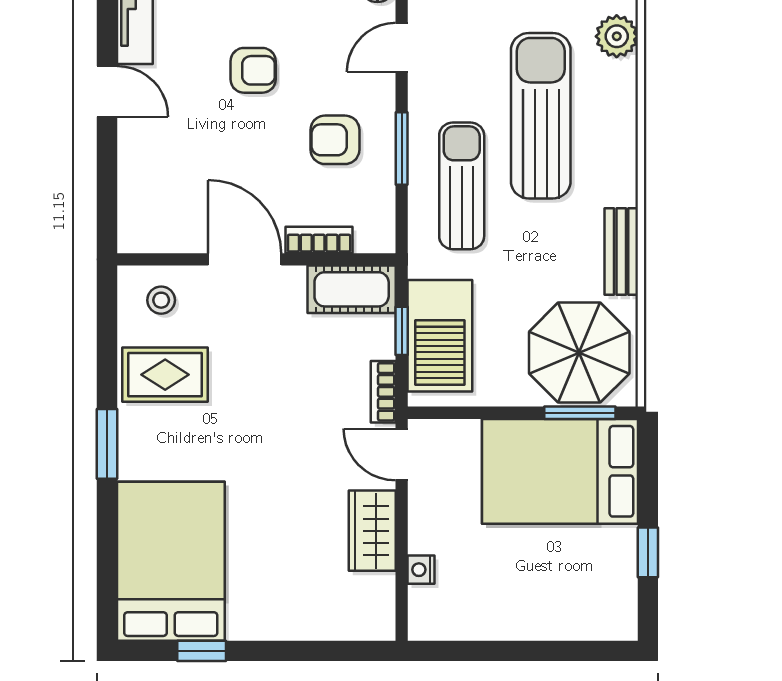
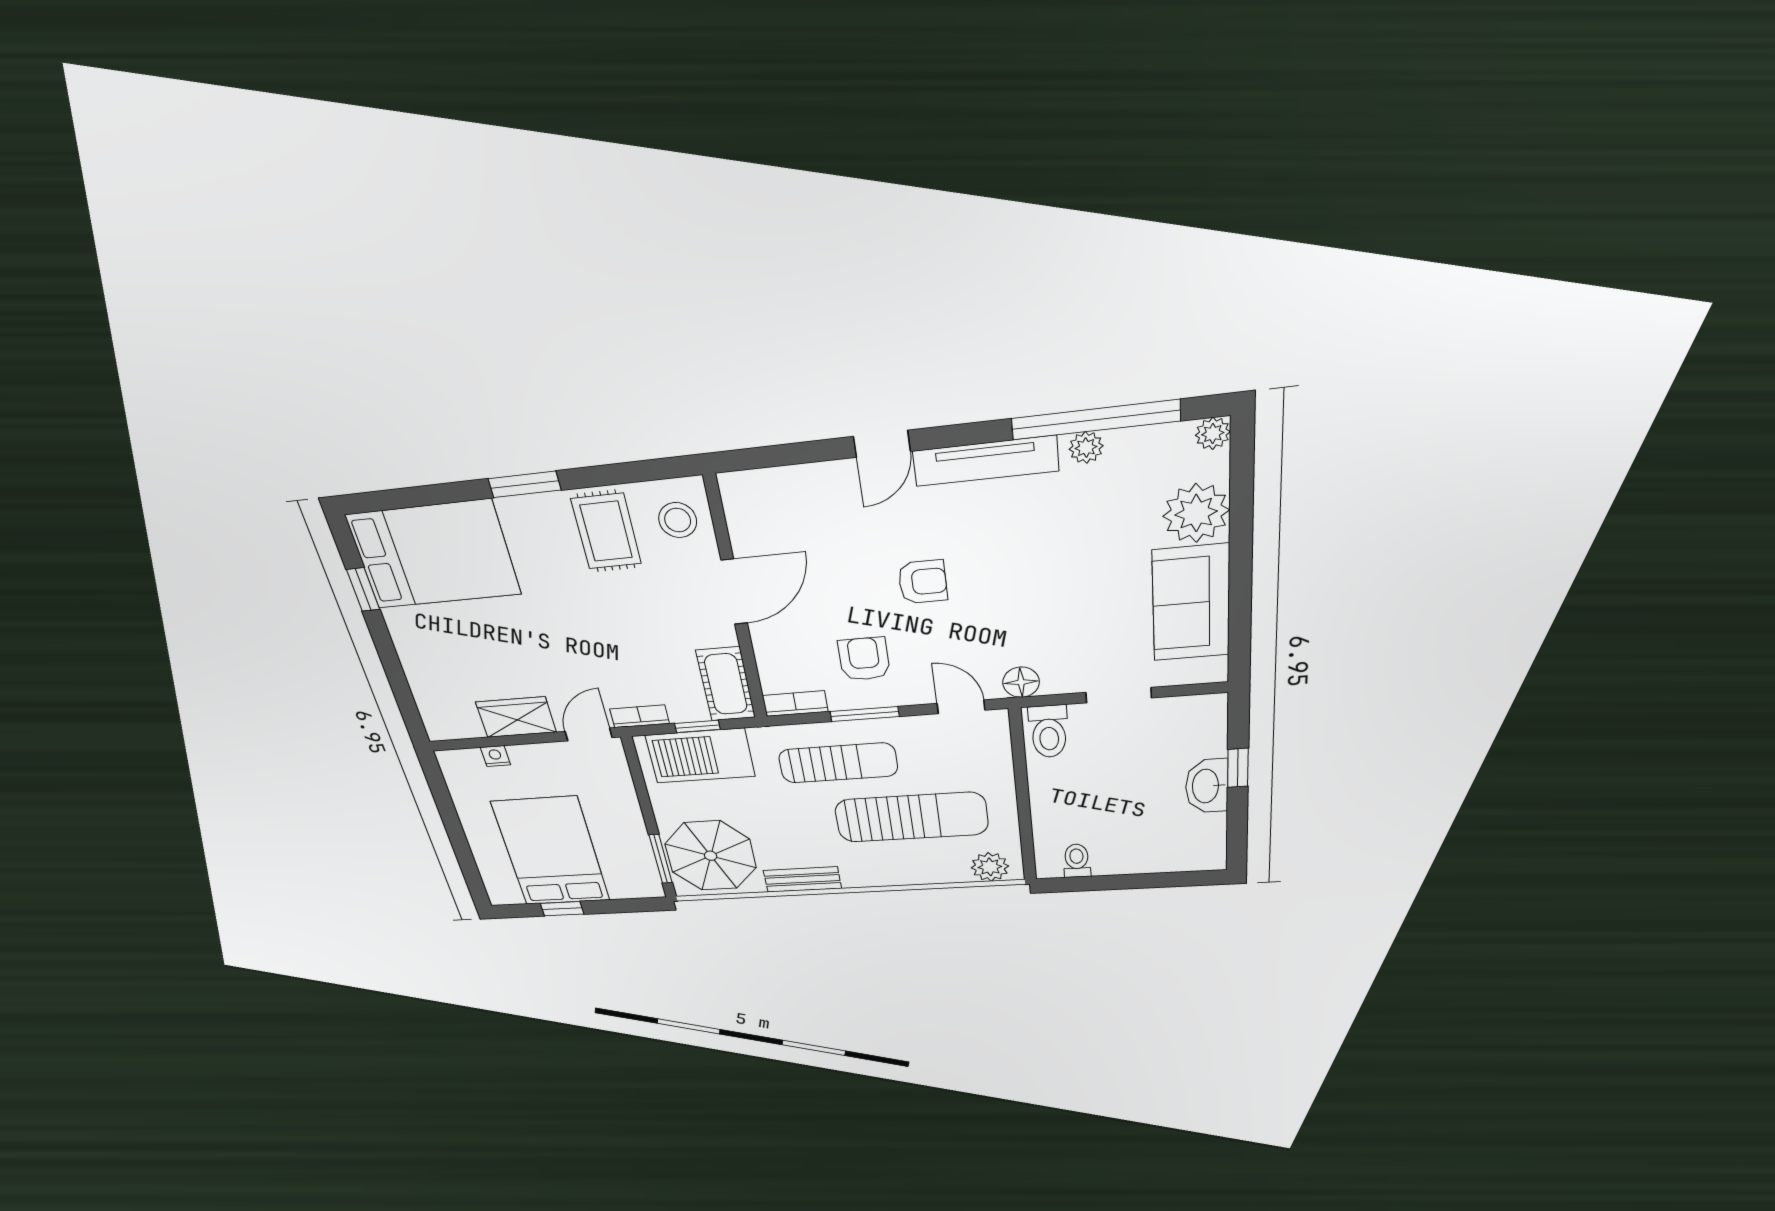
armchair: (253, 70) -> (923, 582), turned -90
bookcase: (319, 240) -> (795, 704), moved, turned -90
stool: (161, 300) -> (678, 520), width x1.37, depth x1.37
bed: (560, 471) -> (551, 852), moved

